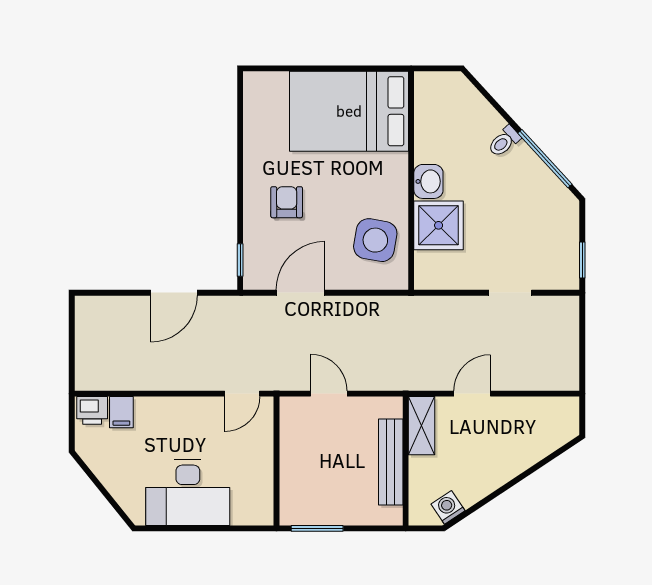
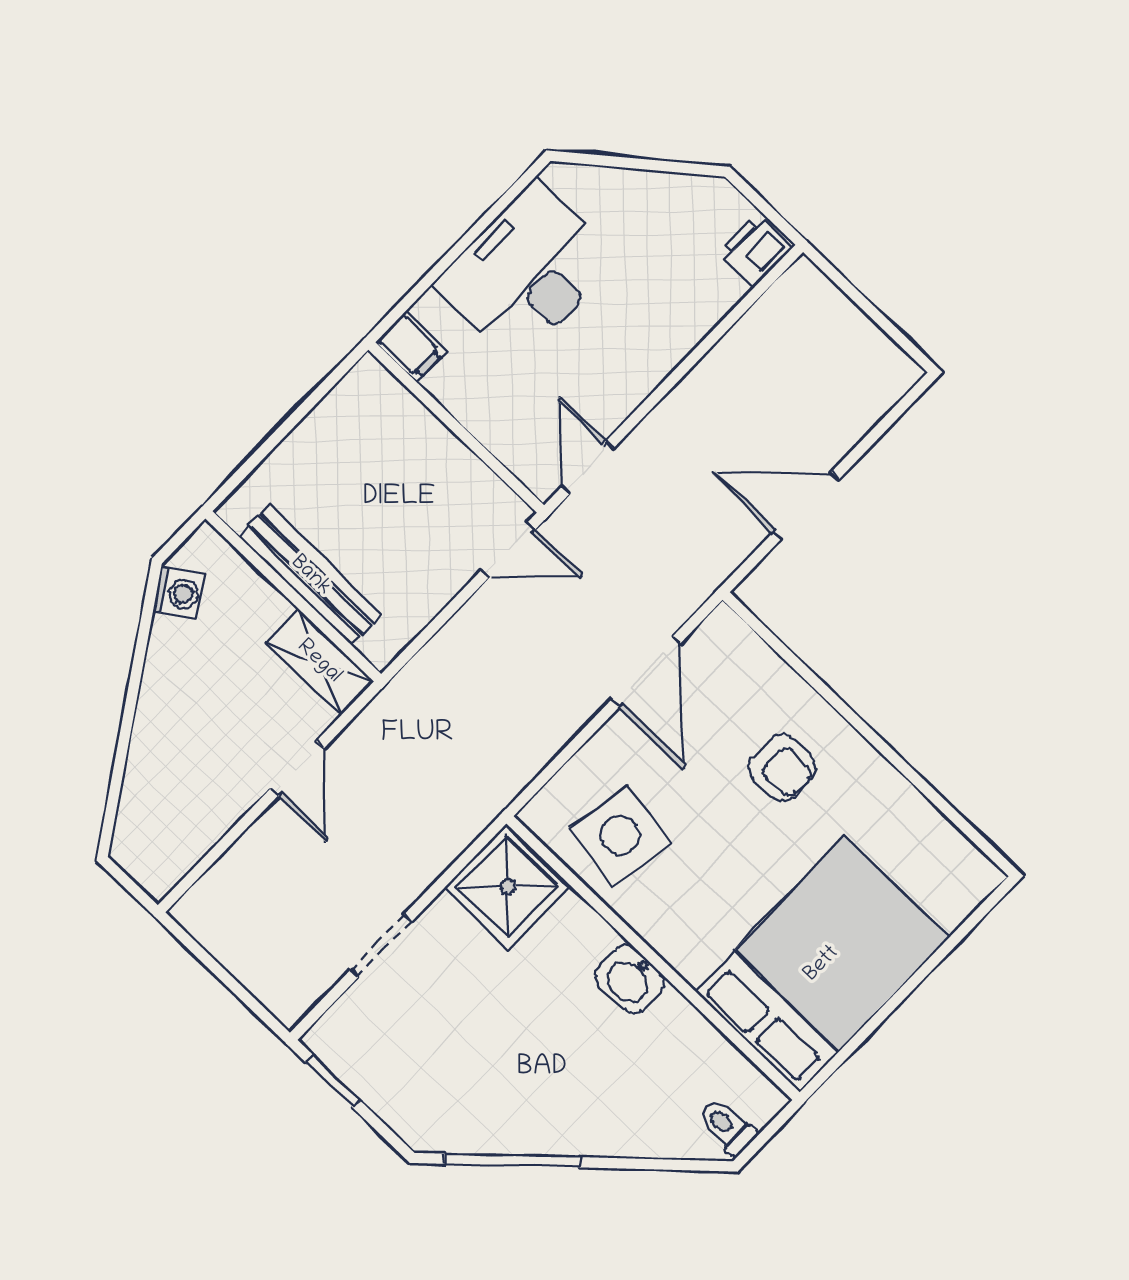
toilet: (504, 142) -> (727, 1127), moved, turned -48
shower: (439, 225) -> (507, 887), moved
window: (240, 260) -> (765, 634), removed
door: (174, 293) -> (806, 506), hinge flipped
door: (329, 394) -> (509, 549), moved
filing cabinet: (121, 412) -> (411, 347), moved, turned 180
window: (317, 528) -> (317, 396), removed

